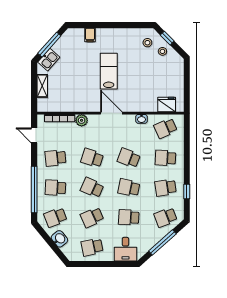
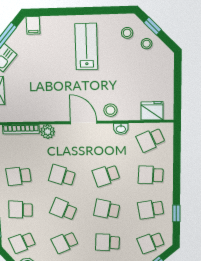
filing cabinet: (90, 35) -> (33, 25), moved
lab bench: (109, 71) -> (86, 47), moved
stool: (133, 103) -> (110, 110), added
school desk: (129, 158) -> (106, 175), turned -39

